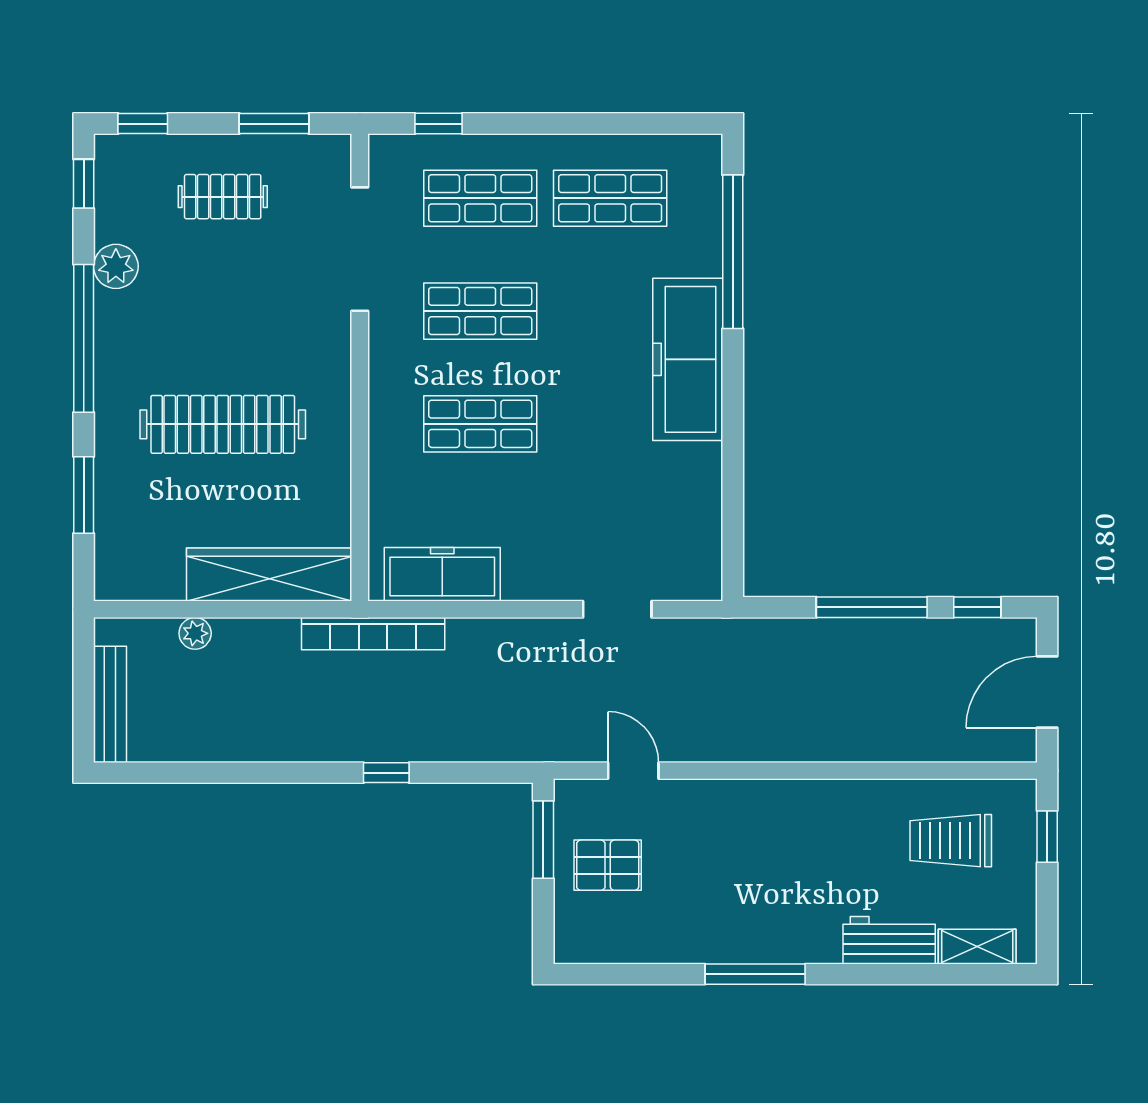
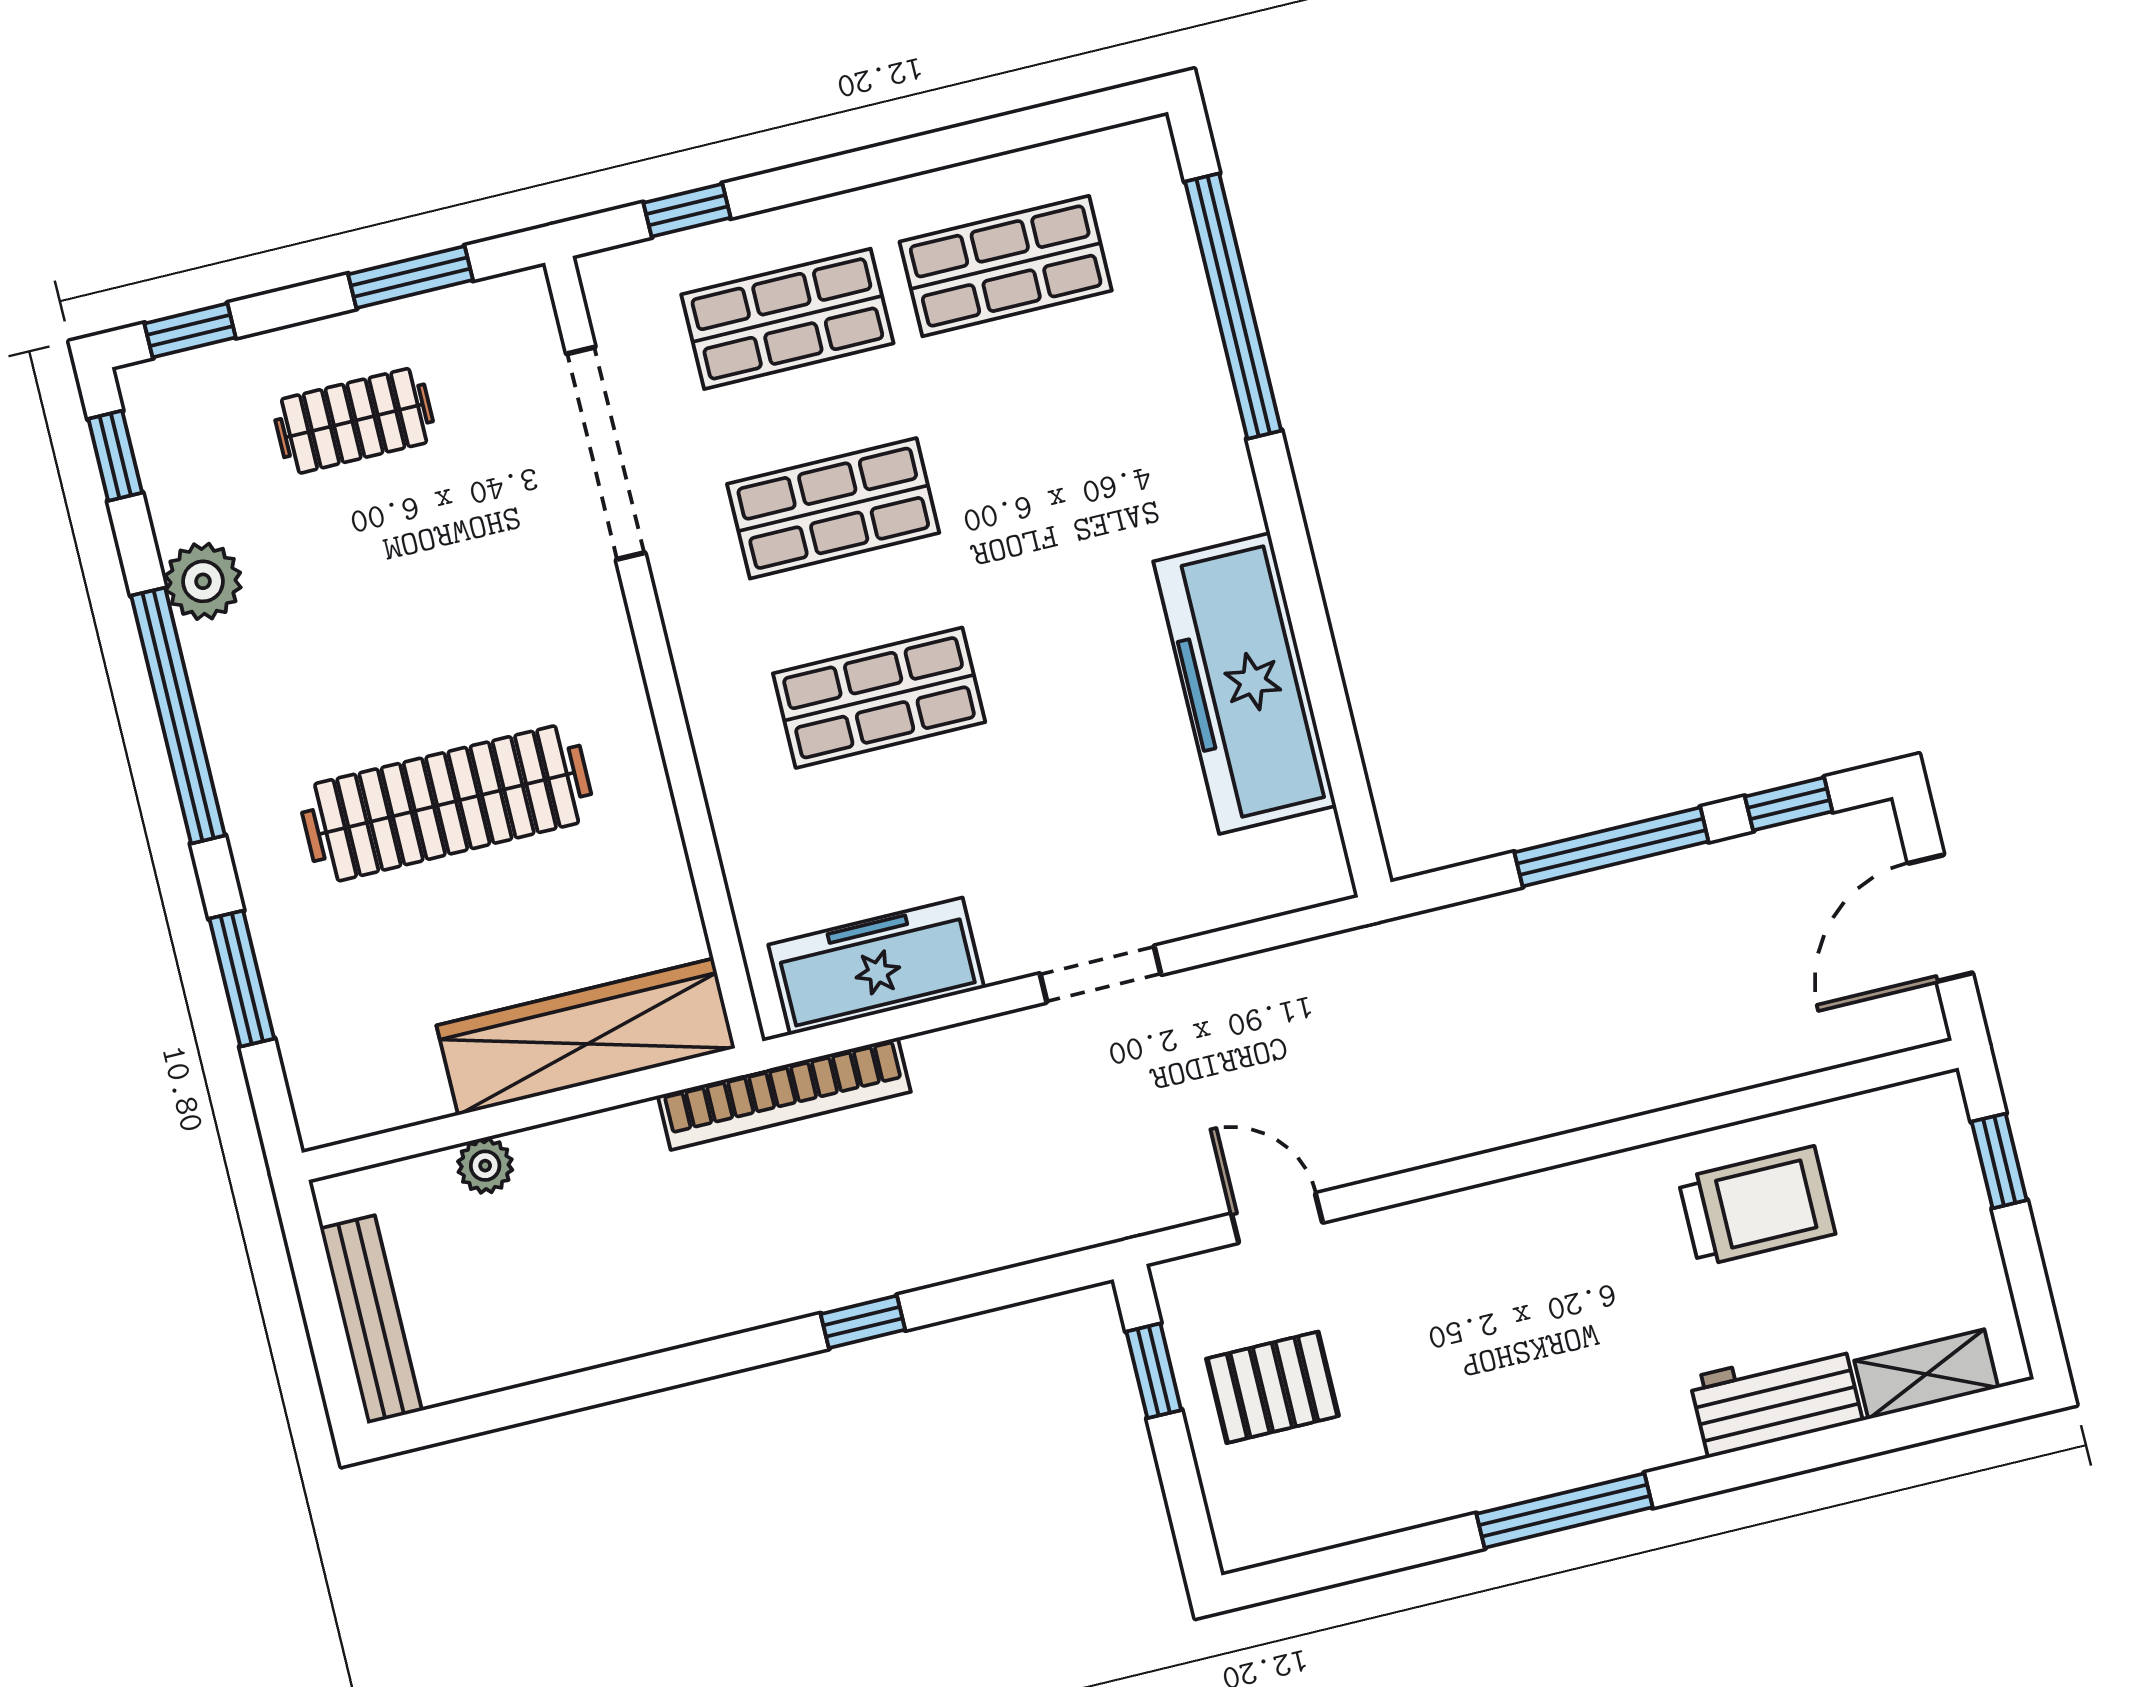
freezer: (688, 359) -> (1245, 684), moved
doorway: (617, 609) -> (1100, 974), moved
window: (543, 840) -> (1154, 1371), width x0.67
trolley: (951, 841) -> (1757, 1206), moved, turned 180

